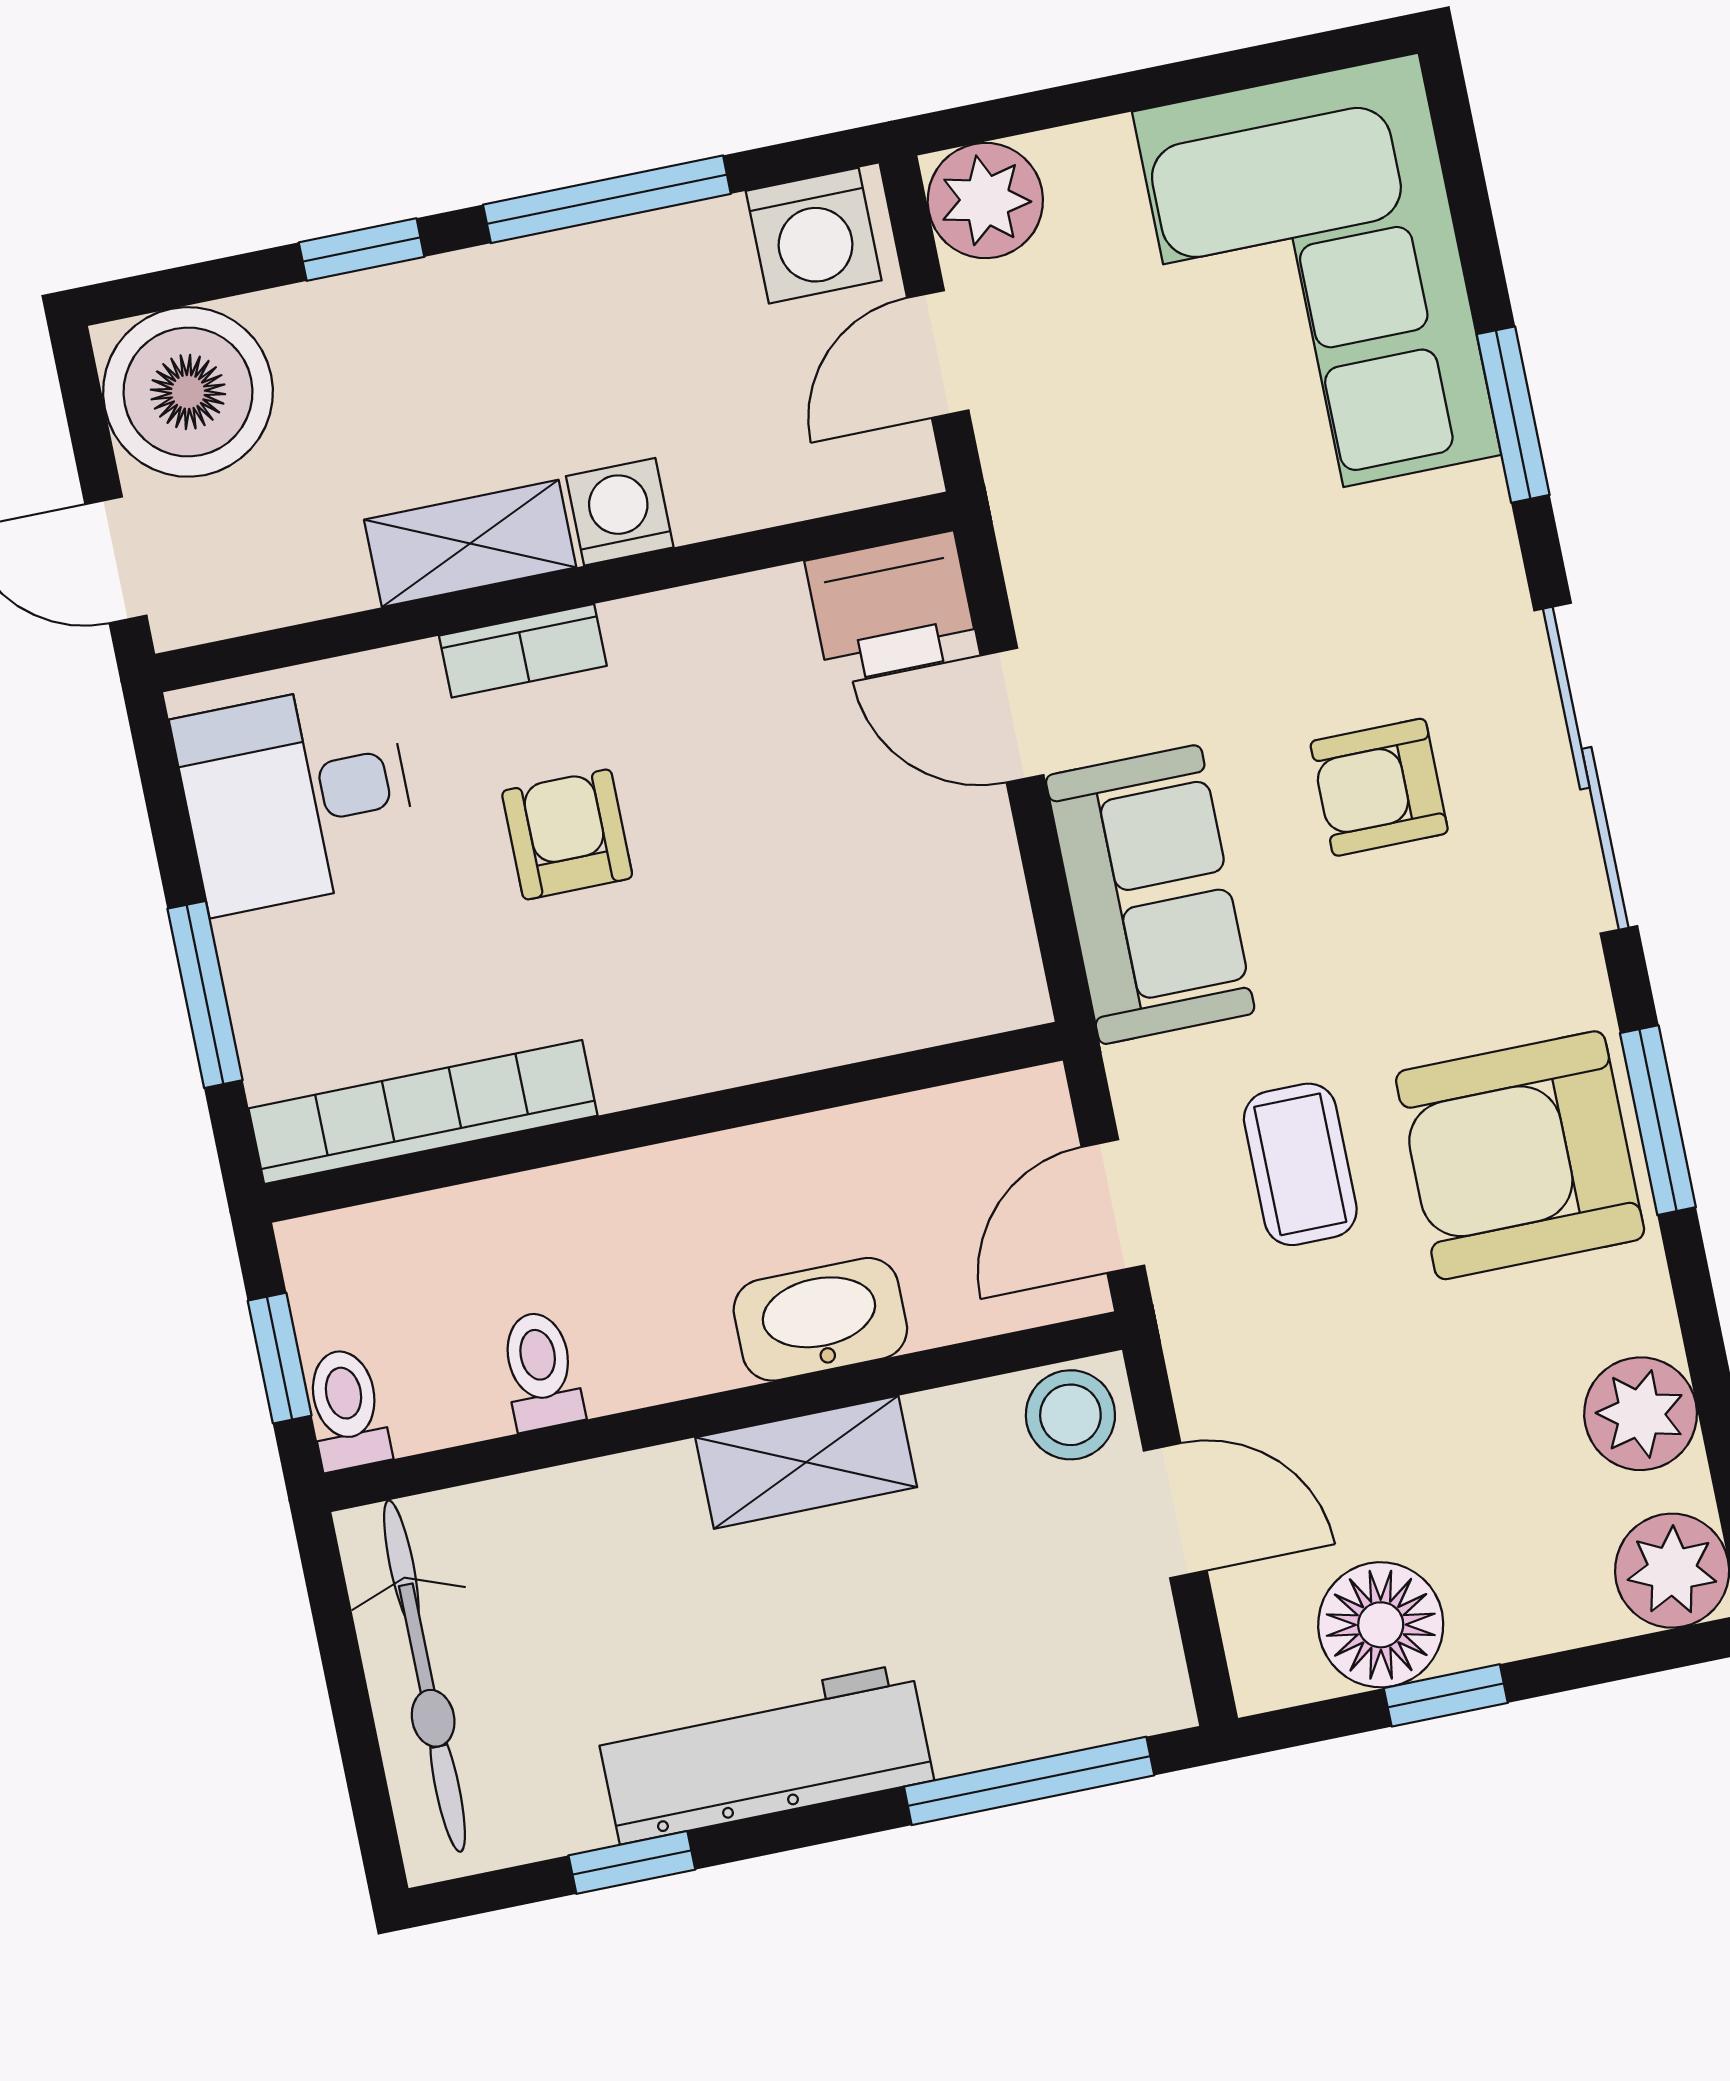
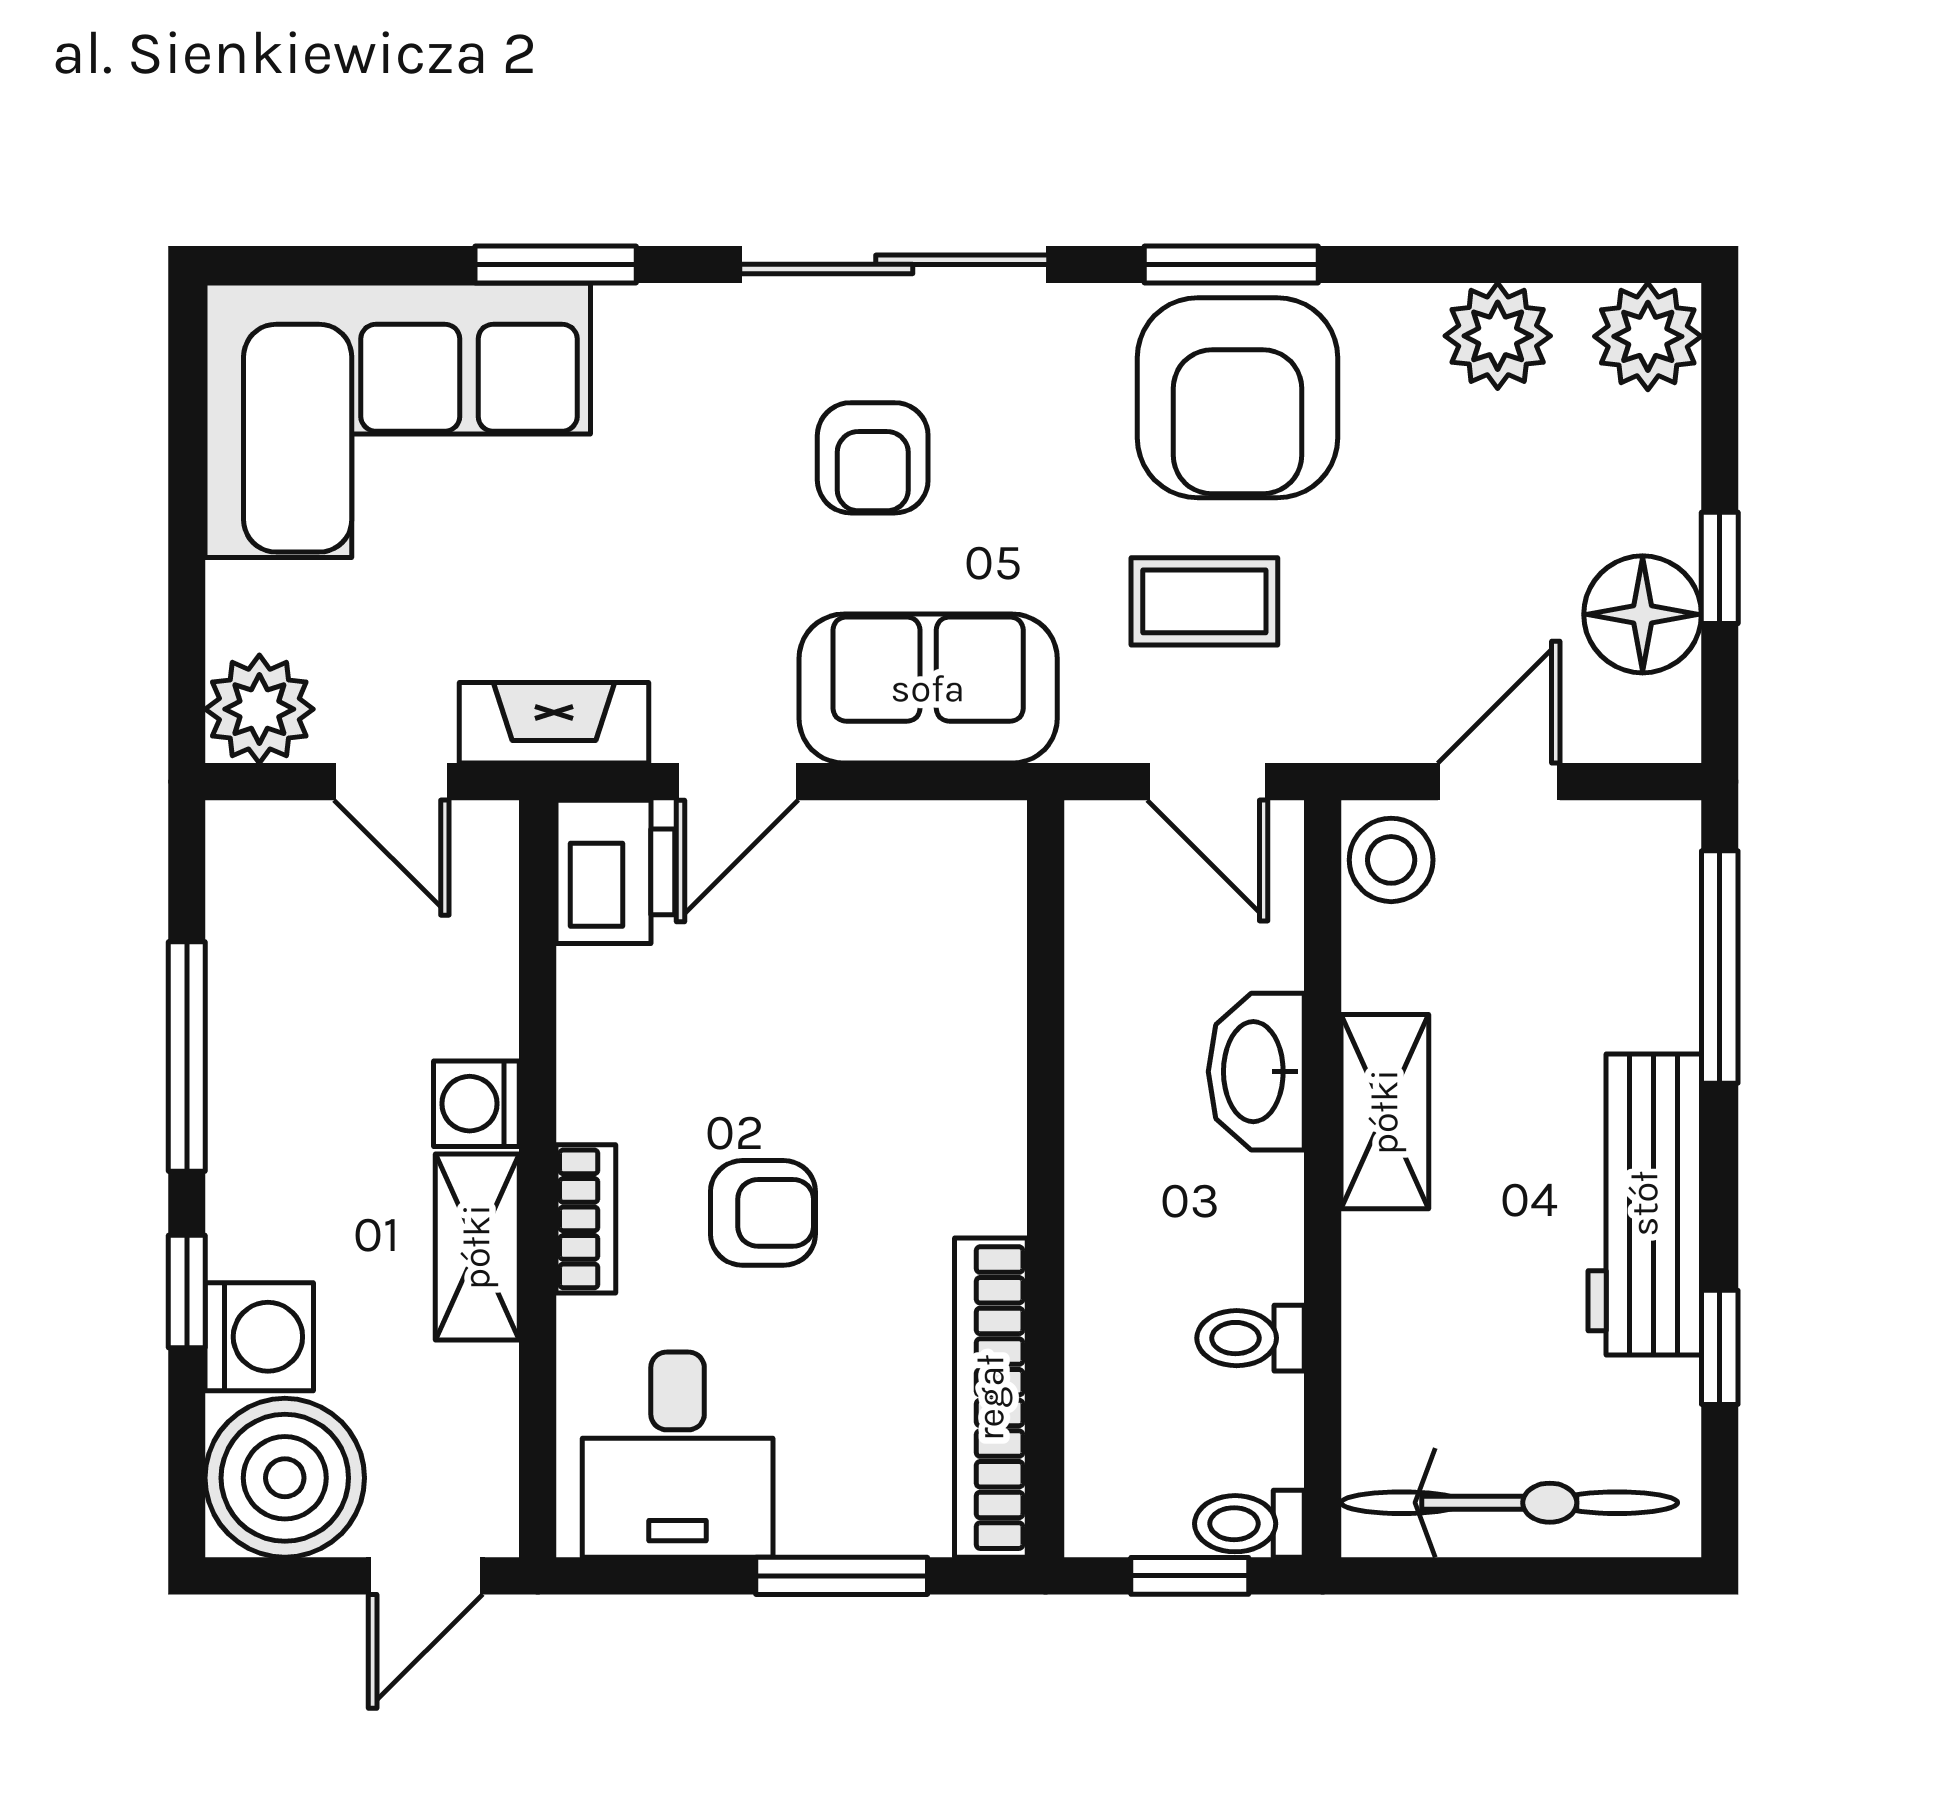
washing machine: (814, 236) -> (259, 1337), moved
fireplace: (1034, 511) -> (554, 723), added
armchair: (567, 834) -> (763, 1213), turned 180

